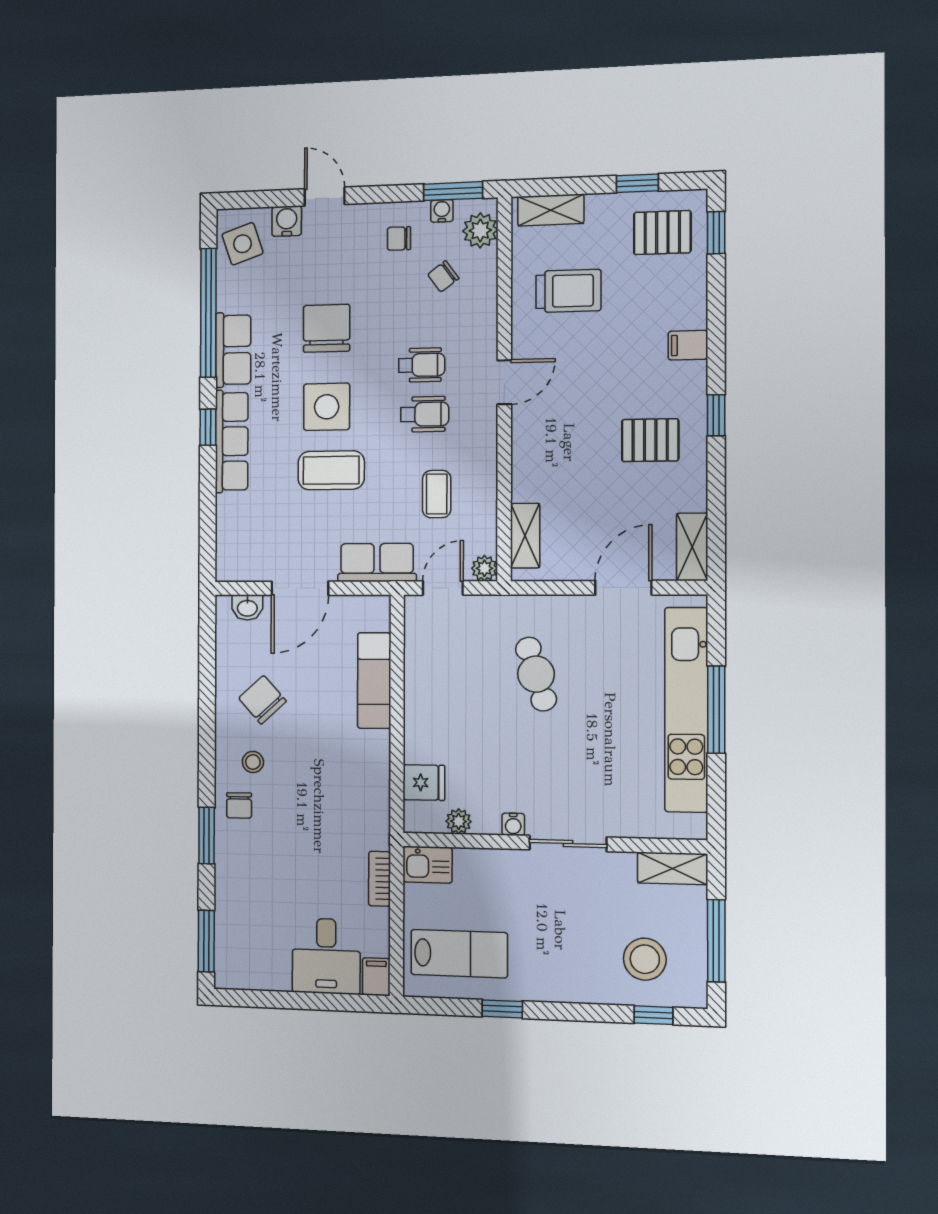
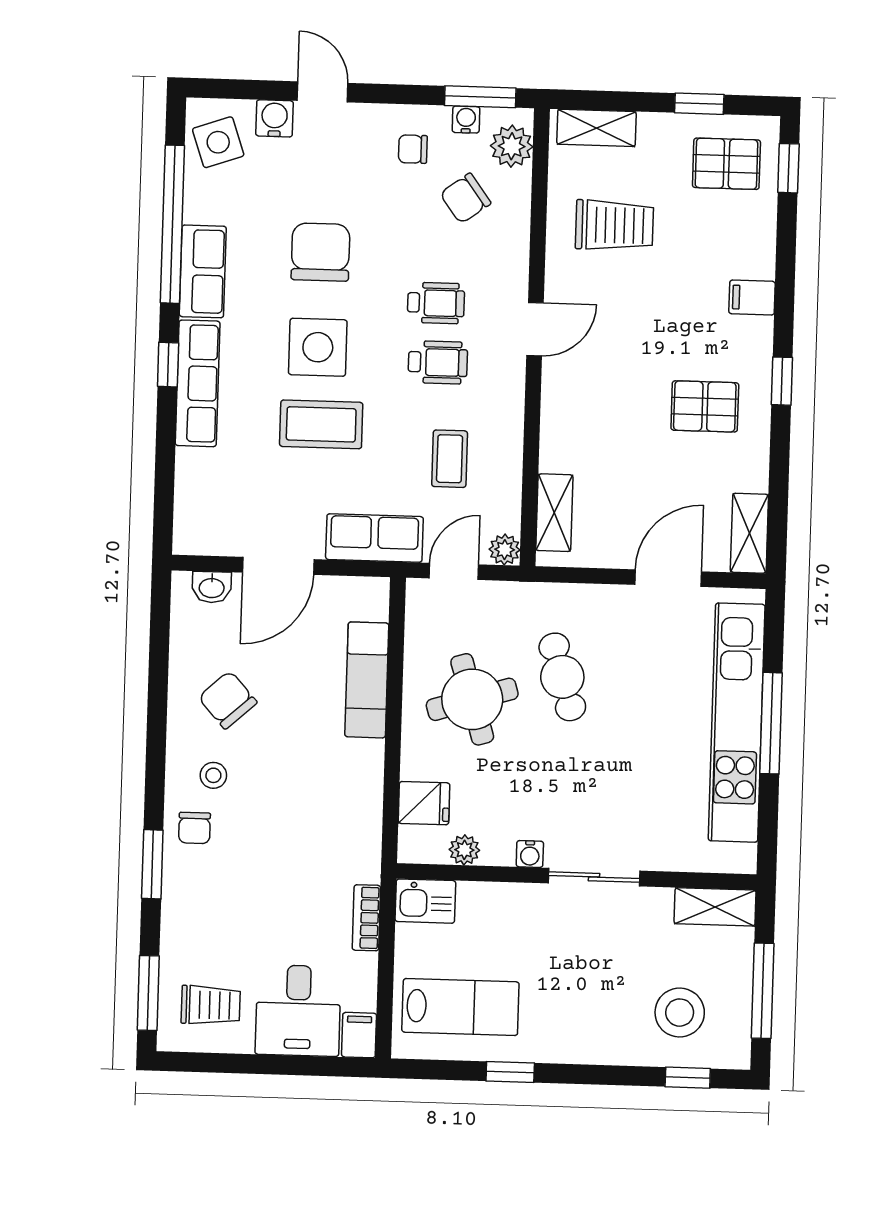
chair: (443, 276) -> (465, 198), width x1.37, depth x1.37
round table: (461, 695) -> (472, 699), added
trolley: (256, 951) -> (211, 1005), added

